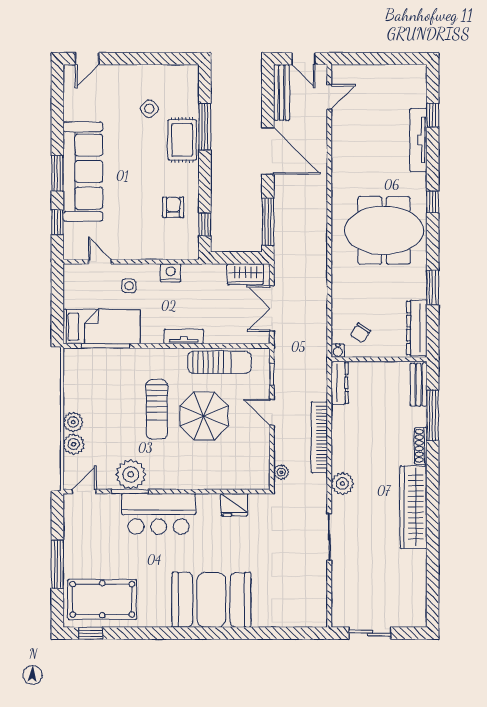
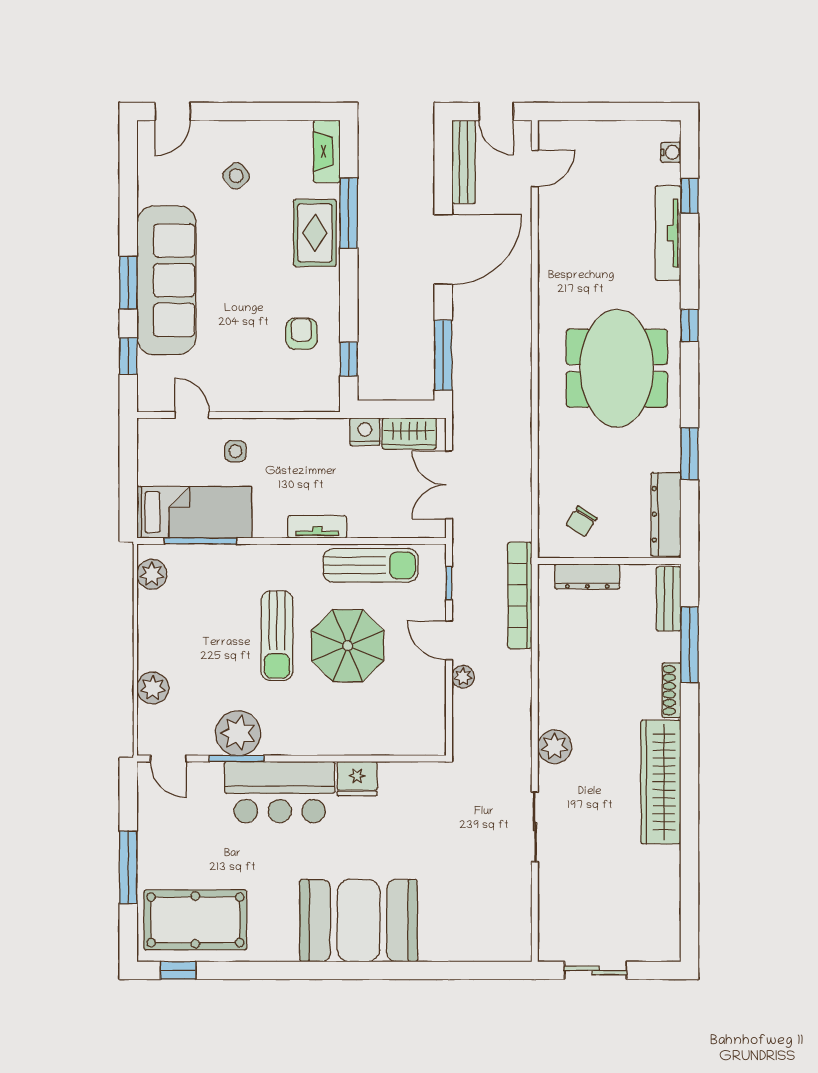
fireplace: (190, 85) -> (327, 151), added
side table: (149, 109) -> (236, 176), moved
door: (268, 151) -> (443, 249), hinge flipped
meeting table: (384, 230) -> (617, 368), turned 90
nightstand: (171, 273) -> (365, 432), moved
water cooler: (338, 351) -> (671, 152), moved, turned -90
dresser: (340, 383) -> (587, 577), moved, turned 90
plant: (73, 422) -> (152, 574), moved
bookcase: (319, 437) -> (520, 595), moved
plant: (281, 472) -> (463, 677), moved
door: (84, 491) -> (168, 759), swing flipped
fridge: (234, 505) -> (357, 779), moved

